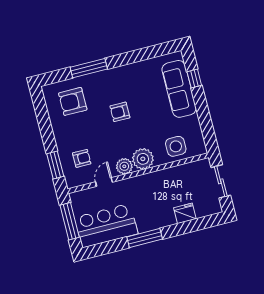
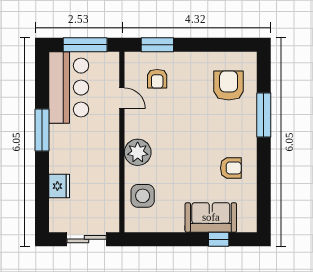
sofa: (179, 89) -> (211, 217), width x0.73
armchair: (120, 112) -> (231, 168), moved, turned 90
plant: (124, 166) -> (134, 128), removed

